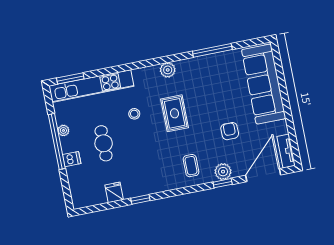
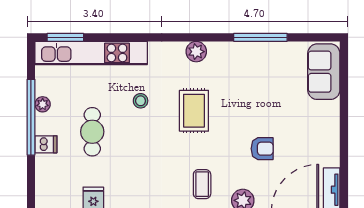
sofa: (264, 84) -> (324, 72), width x0.54, depth x0.79
armchair: (230, 131) -> (262, 149), turned 90

